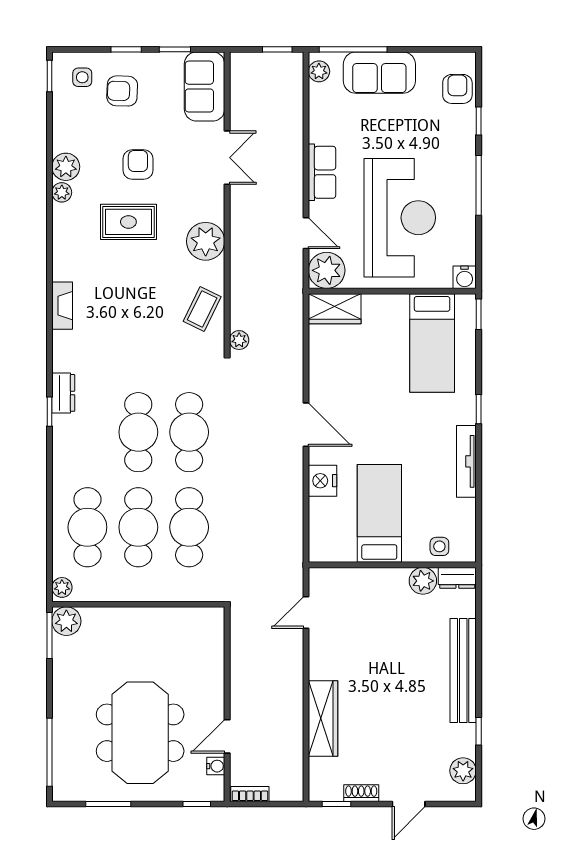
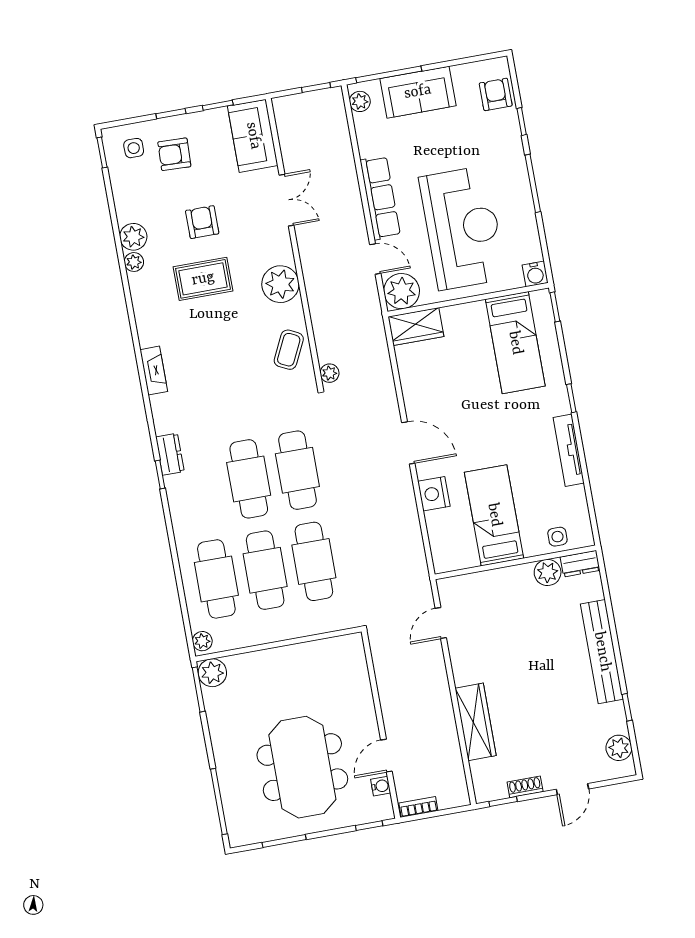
row of seats: (322, 172) -> (380, 198), width x1.48

